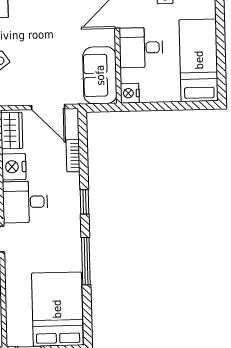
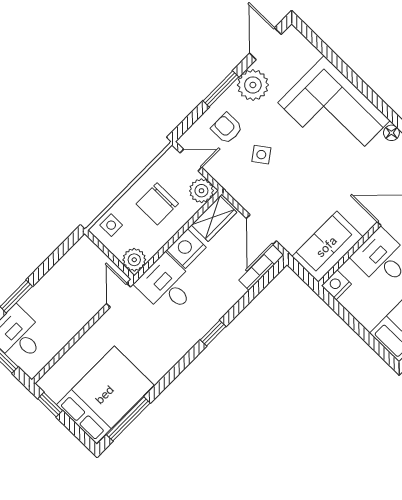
bookcase: (73, 156) -> (257, 272), moved
window: (86, 261) -> (128, 419), moved

